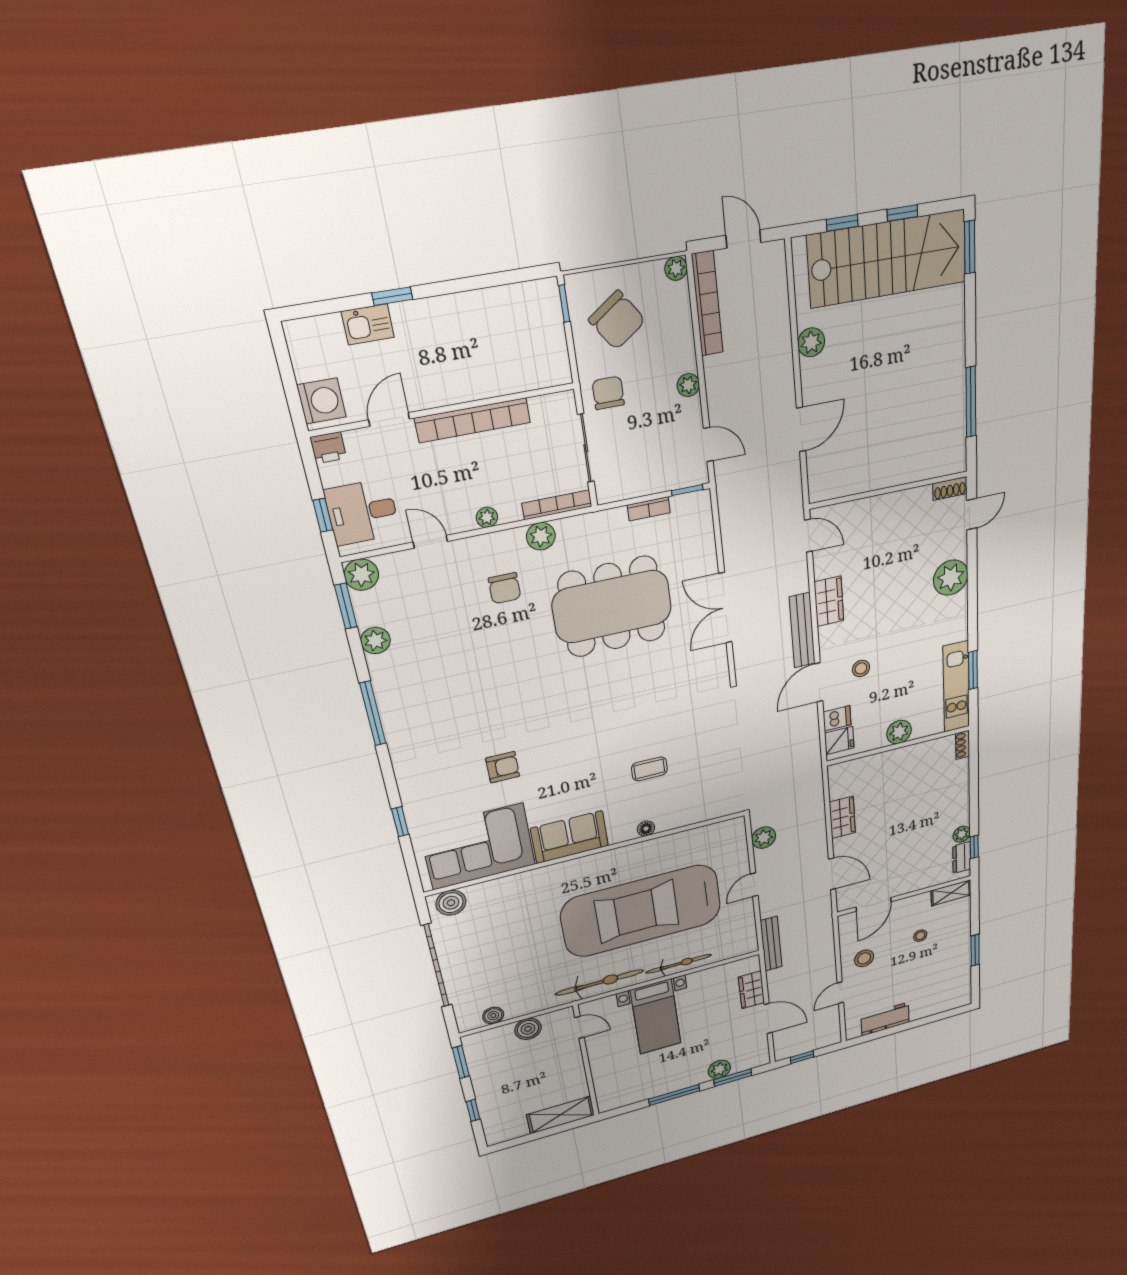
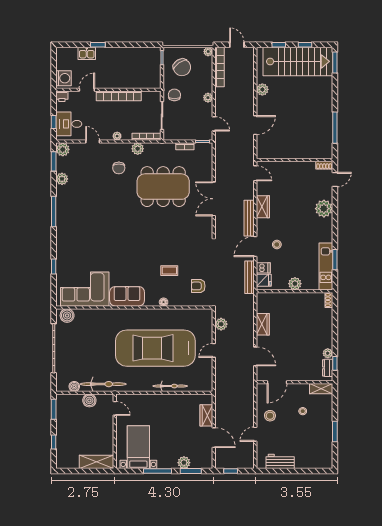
armchair: (503, 767) -> (198, 286), moved, turned 180
bench: (771, 944) -> (250, 277), moved
bicycle: (600, 982) -> (103, 384), moved
bed with nightstands: (656, 1017) -> (138, 447), moved, turned 180

